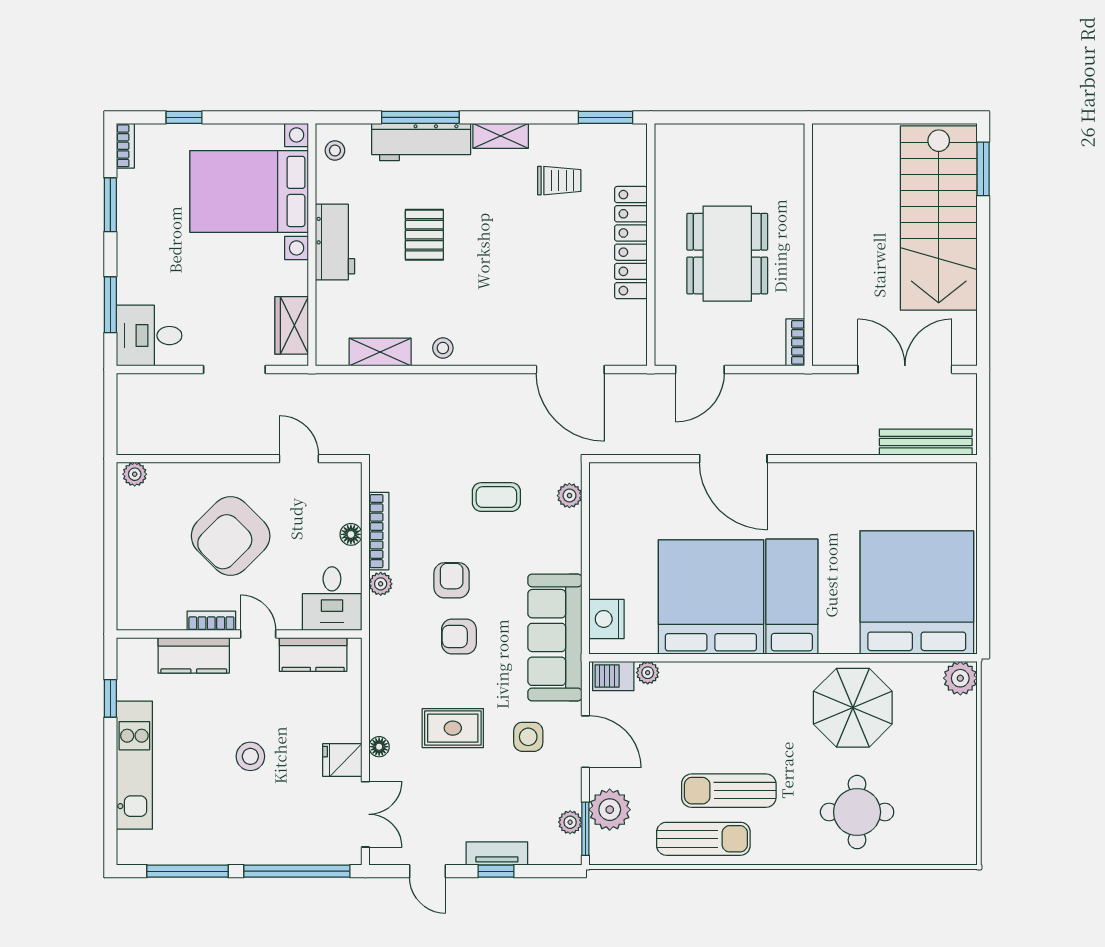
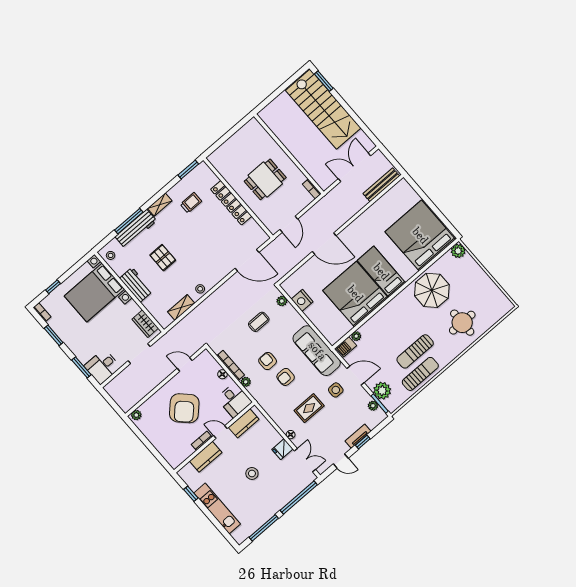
dining table: (727, 254) -> (265, 179), width x0.73
nightstand: (606, 619) -> (302, 300), moved

